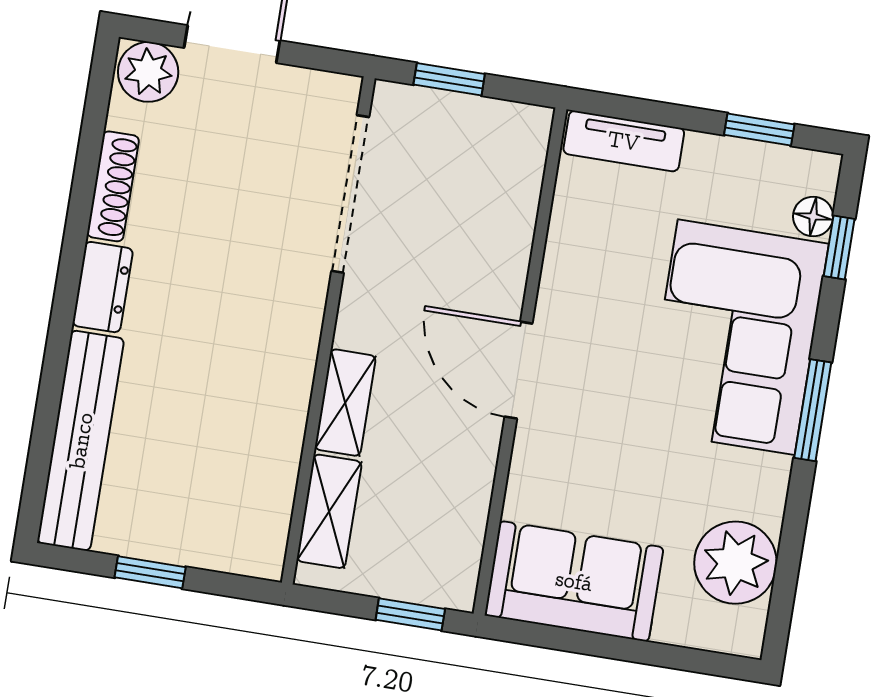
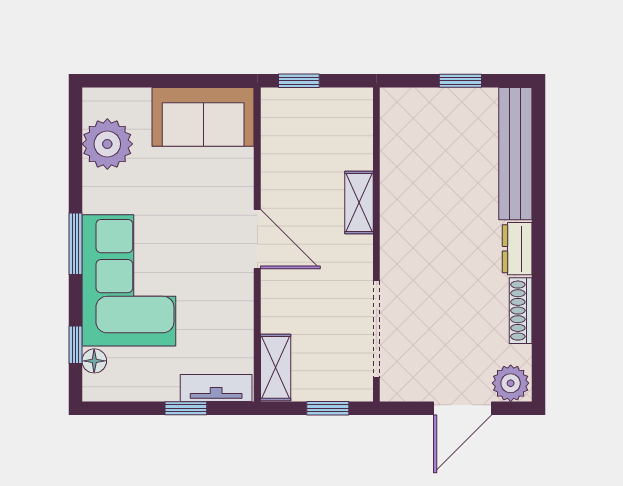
window: (759, 130) -> (186, 408), moved
shelving: (329, 511) -> (276, 367), moved

